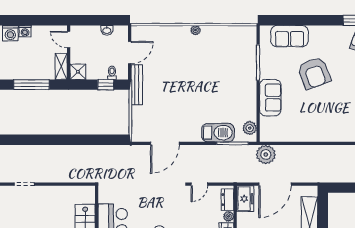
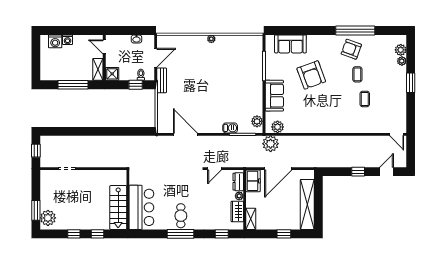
bench: (137, 85) -> (162, 80), width x0.73
barbecue: (218, 133) -> (230, 128), width x0.53, depth x0.65
plant: (274, 135) -> (278, 127), added
door: (165, 143) -> (185, 134), swing flipped

